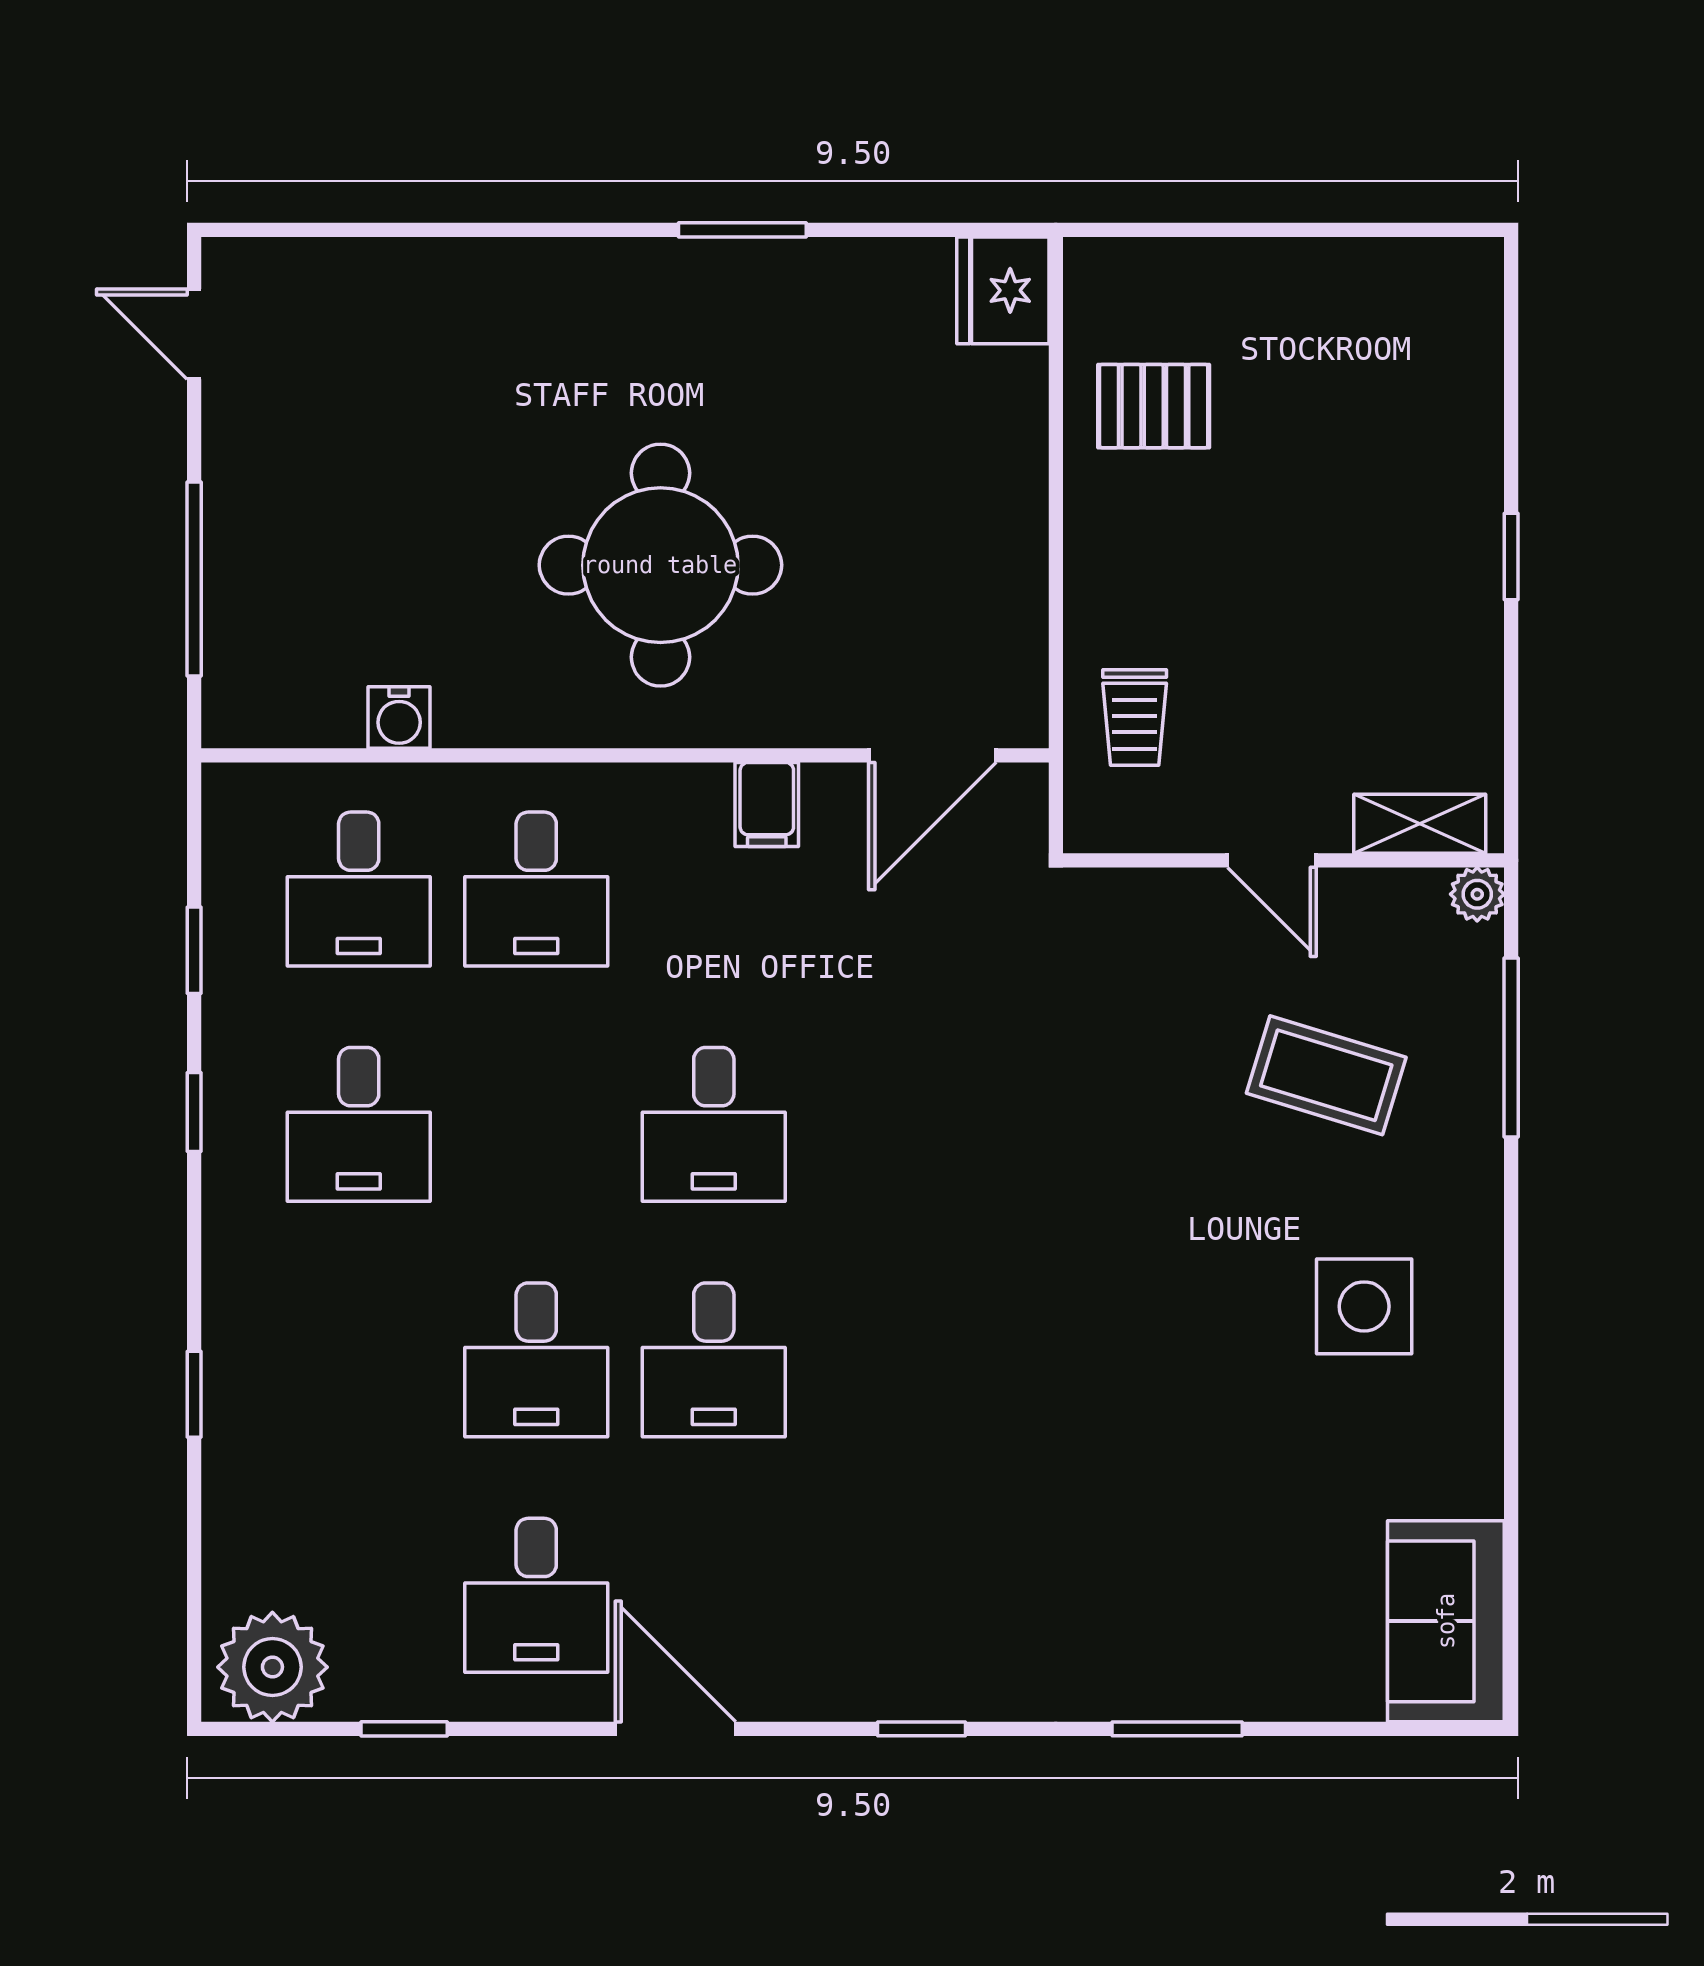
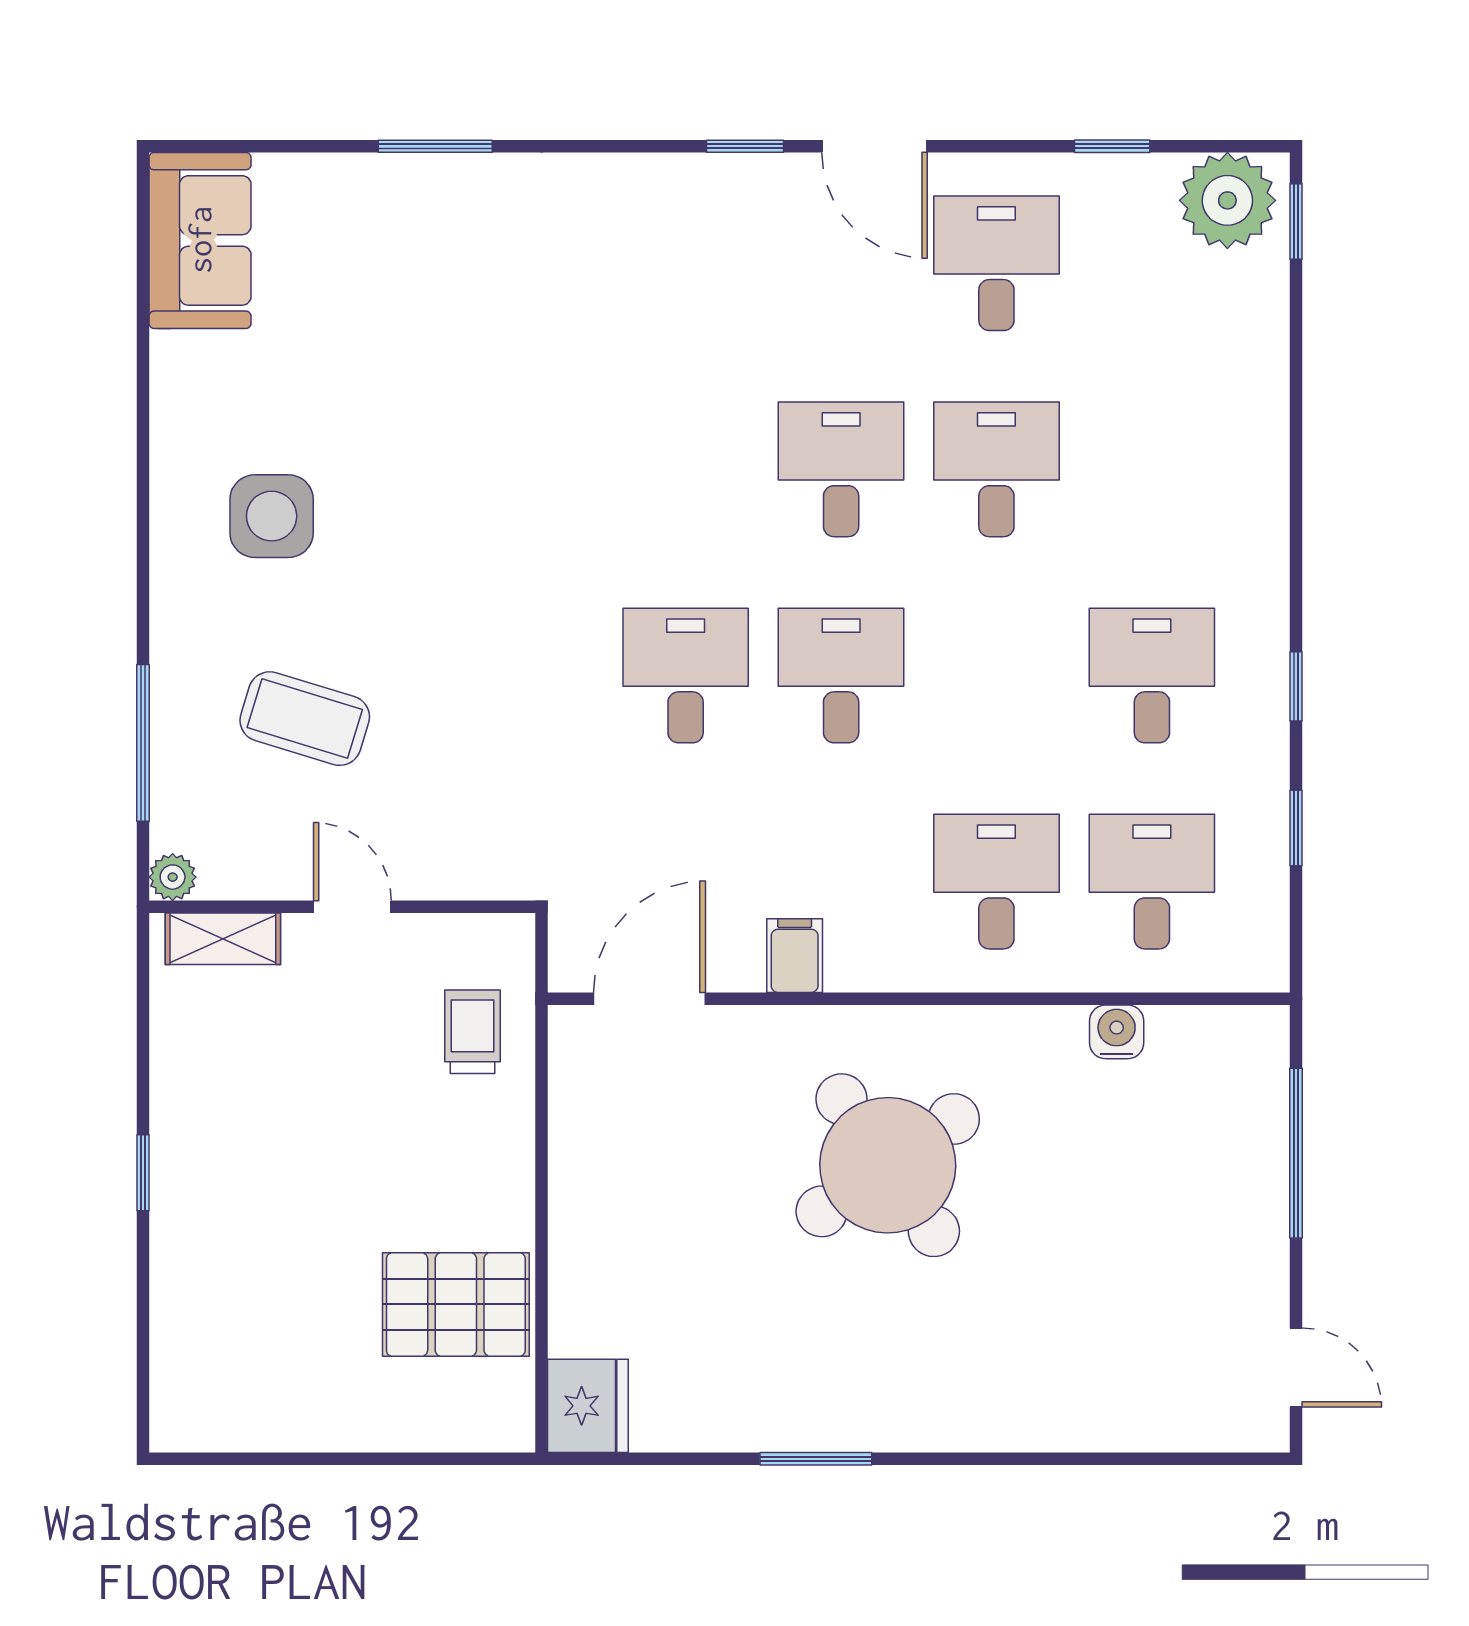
pallet: (1154, 406) -> (456, 1304), width x1.50, depth x1.42
round table: (660, 565) -> (888, 1165), turned -35
desk: (891, 1124) -> (686, 676), added
window: (194, 1394) -> (1296, 222), moved
window: (921, 1729) -> (745, 146), moved

